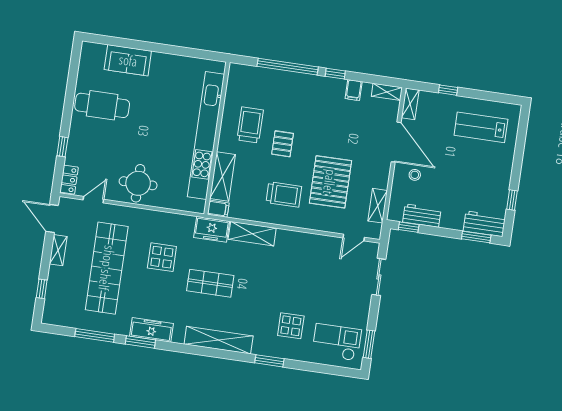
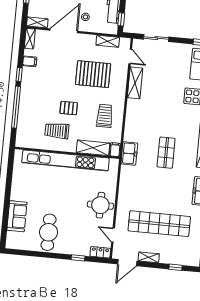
trolley: (284, 194) -> (105, 116), moved
shelving: (252, 234) -> (135, 83), moved
display table: (162, 257) -> (150, 186), removed

